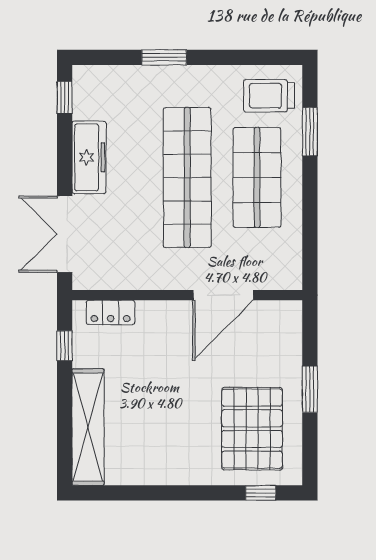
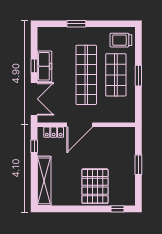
window: (65, 97) -> (34, 66), moved
window: (310, 132) -> (138, 76), moved
double door: (65, 234) -> (34, 99), swing flipped
door: (223, 295) -> (80, 125), moved
pallet: (252, 429) -> (95, 186), moved

